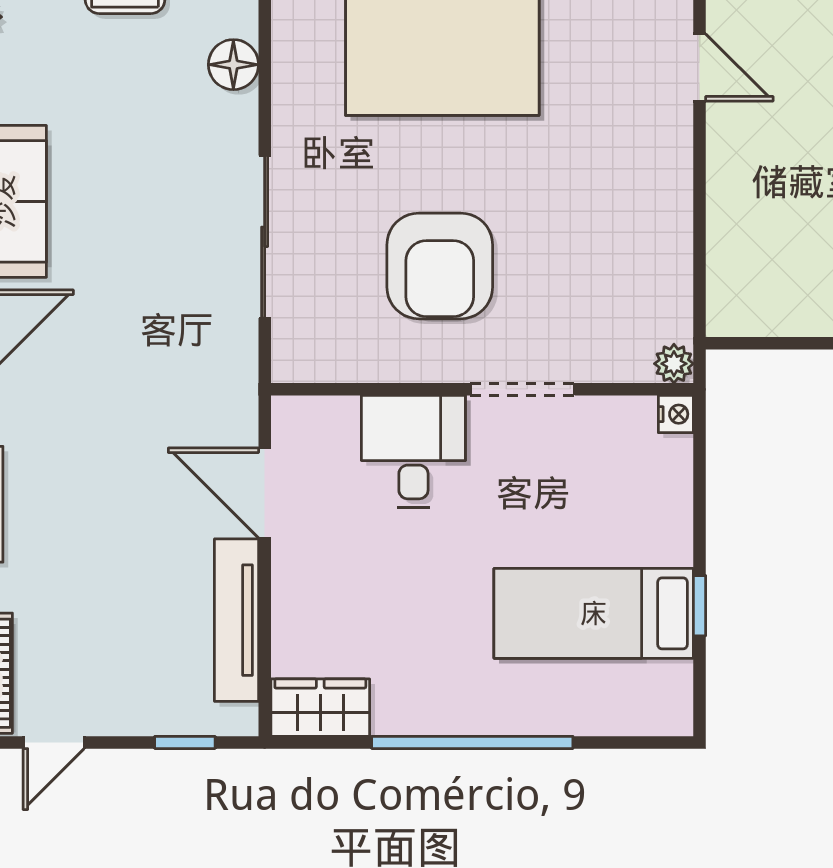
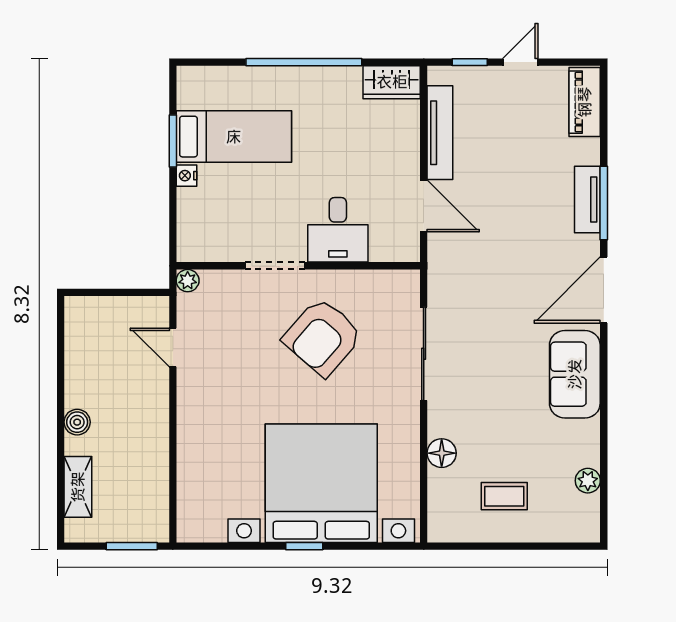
door: (700, 67) -> (173, 347), moved
armchair: (440, 266) -> (323, 337), turned -139
nightstand: (676, 414) -> (186, 176), moved
window: (700, 606) -> (173, 141), width x1.50
door: (54, 742) -> (520, 62), moved

